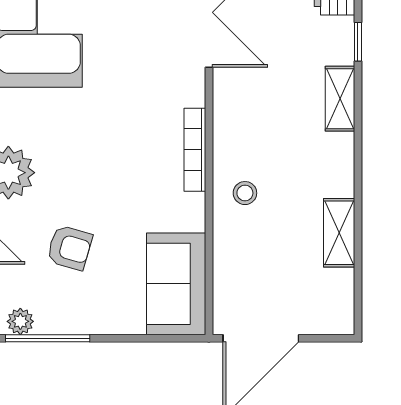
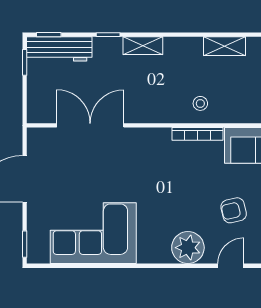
bookcase: (195, 150) -> (198, 134), moved
armchair: (70, 248) -> (234, 210), turned -119

